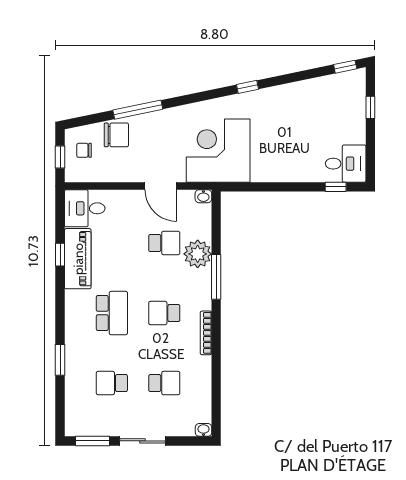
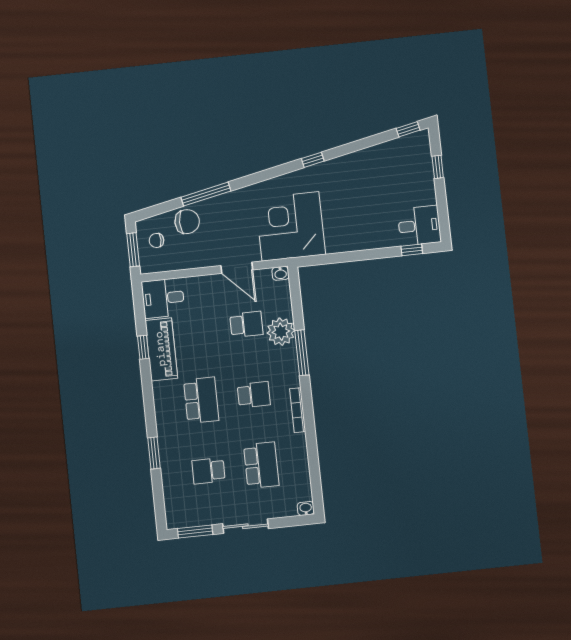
window: (60, 157) -> (133, 250), width x1.50
school desk: (164, 313) -> (254, 395), turned 180
school desk: (164, 383) -> (261, 465), width x1.85

